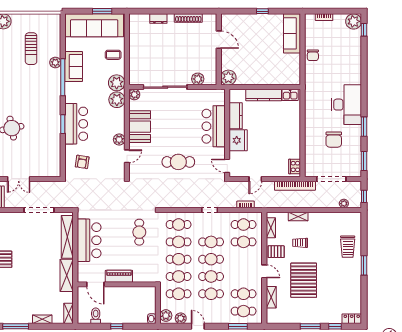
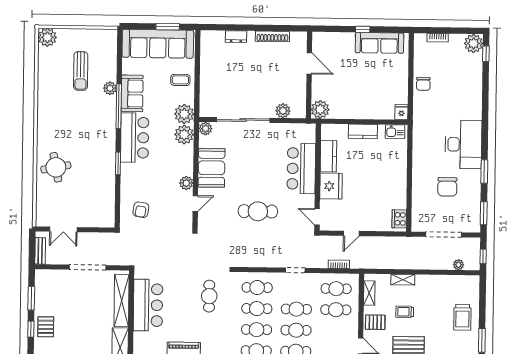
sofa: (292, 33) -> (379, 43), moved, turned -90
fridge: (295, 79) -> (401, 112), added
kitchen counter: (264, 95) -> (363, 131), width x0.67
bar counter: (76, 124) -> (135, 138), moved
bookcase: (295, 186) -> (399, 242), removed

